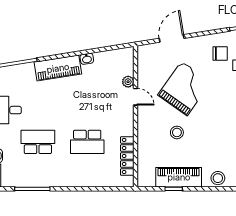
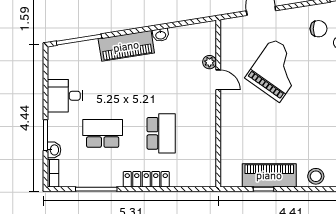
stool: (177, 132) -> (267, 122), removed
school desk: (87, 142) -> (161, 133), turned -90
locker: (127, 156) -> (146, 179), moved, turned 90

